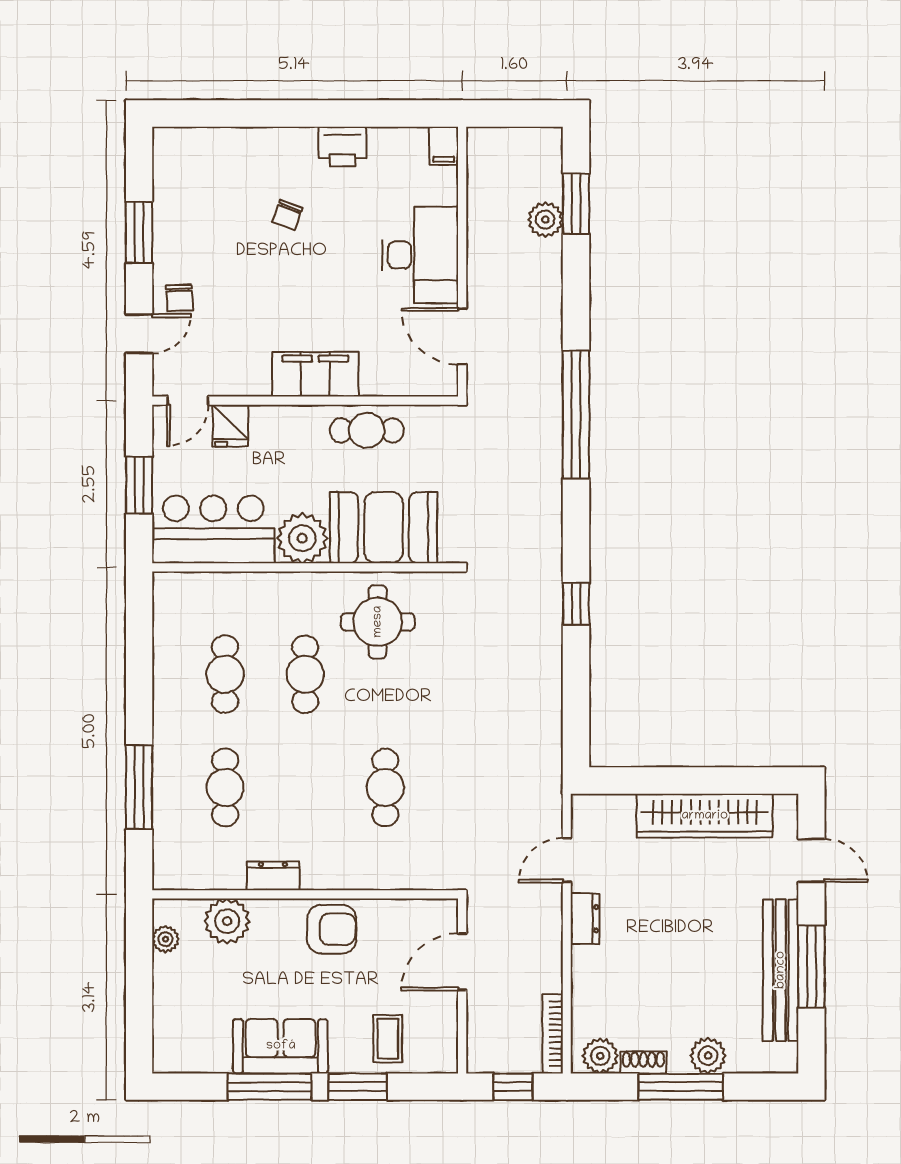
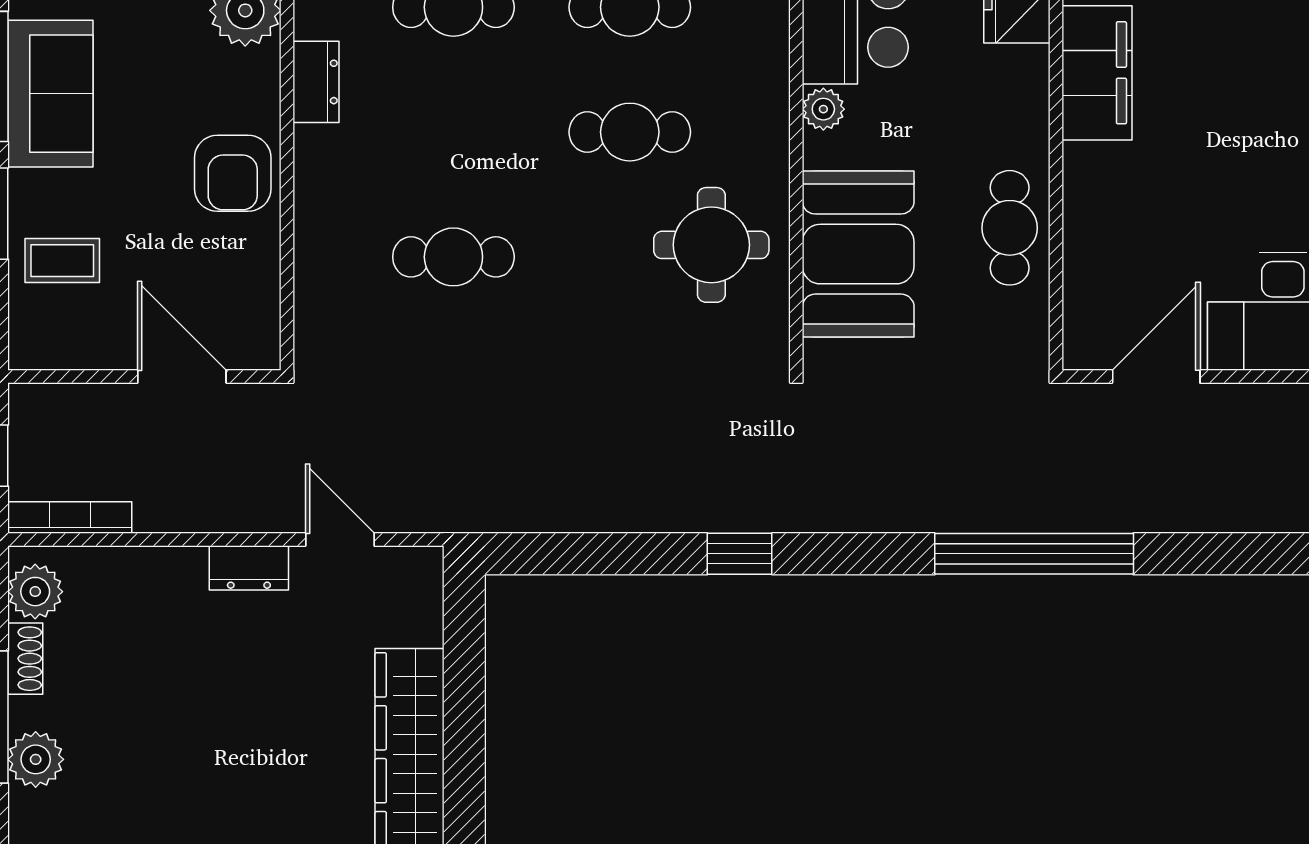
filing cabinet: (315, 374) -> (1097, 73), moved
plant: (302, 538) -> (823, 109), width x0.53, depth x0.53

